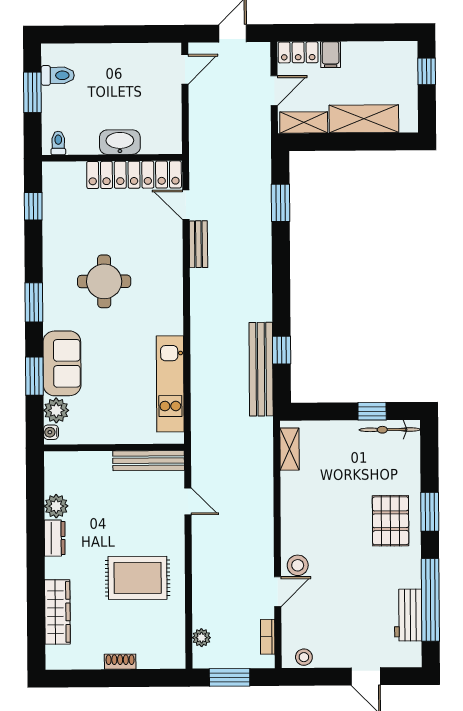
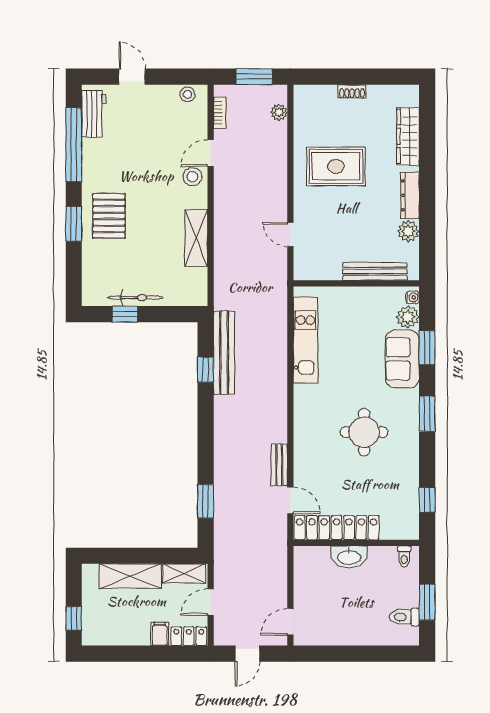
bicycle: (390, 430) -> (135, 298), moved
shelving: (290, 449) -> (196, 238), moved, width x1.50, depth x1.33
bench: (149, 461) -> (375, 271), moved
dresser: (55, 538) -> (410, 195), width x1.44
workbench: (408, 615) -> (94, 114), moved

